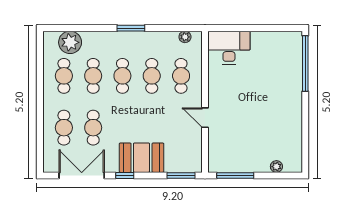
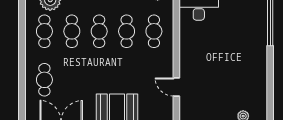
door: (205, 118) -> (176, 87), moved
cafe table: (93, 128) -> (72, 80), removed

